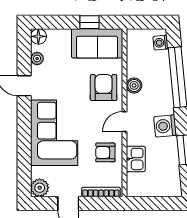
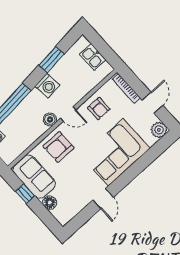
floor lamp: (38, 36) -> (50, 203), moved
plant: (37, 58) -> (78, 206), removed
boiler: (134, 85) -> (50, 119), moved
kitchen sink: (136, 159) -> (93, 57), moved, turned -90

